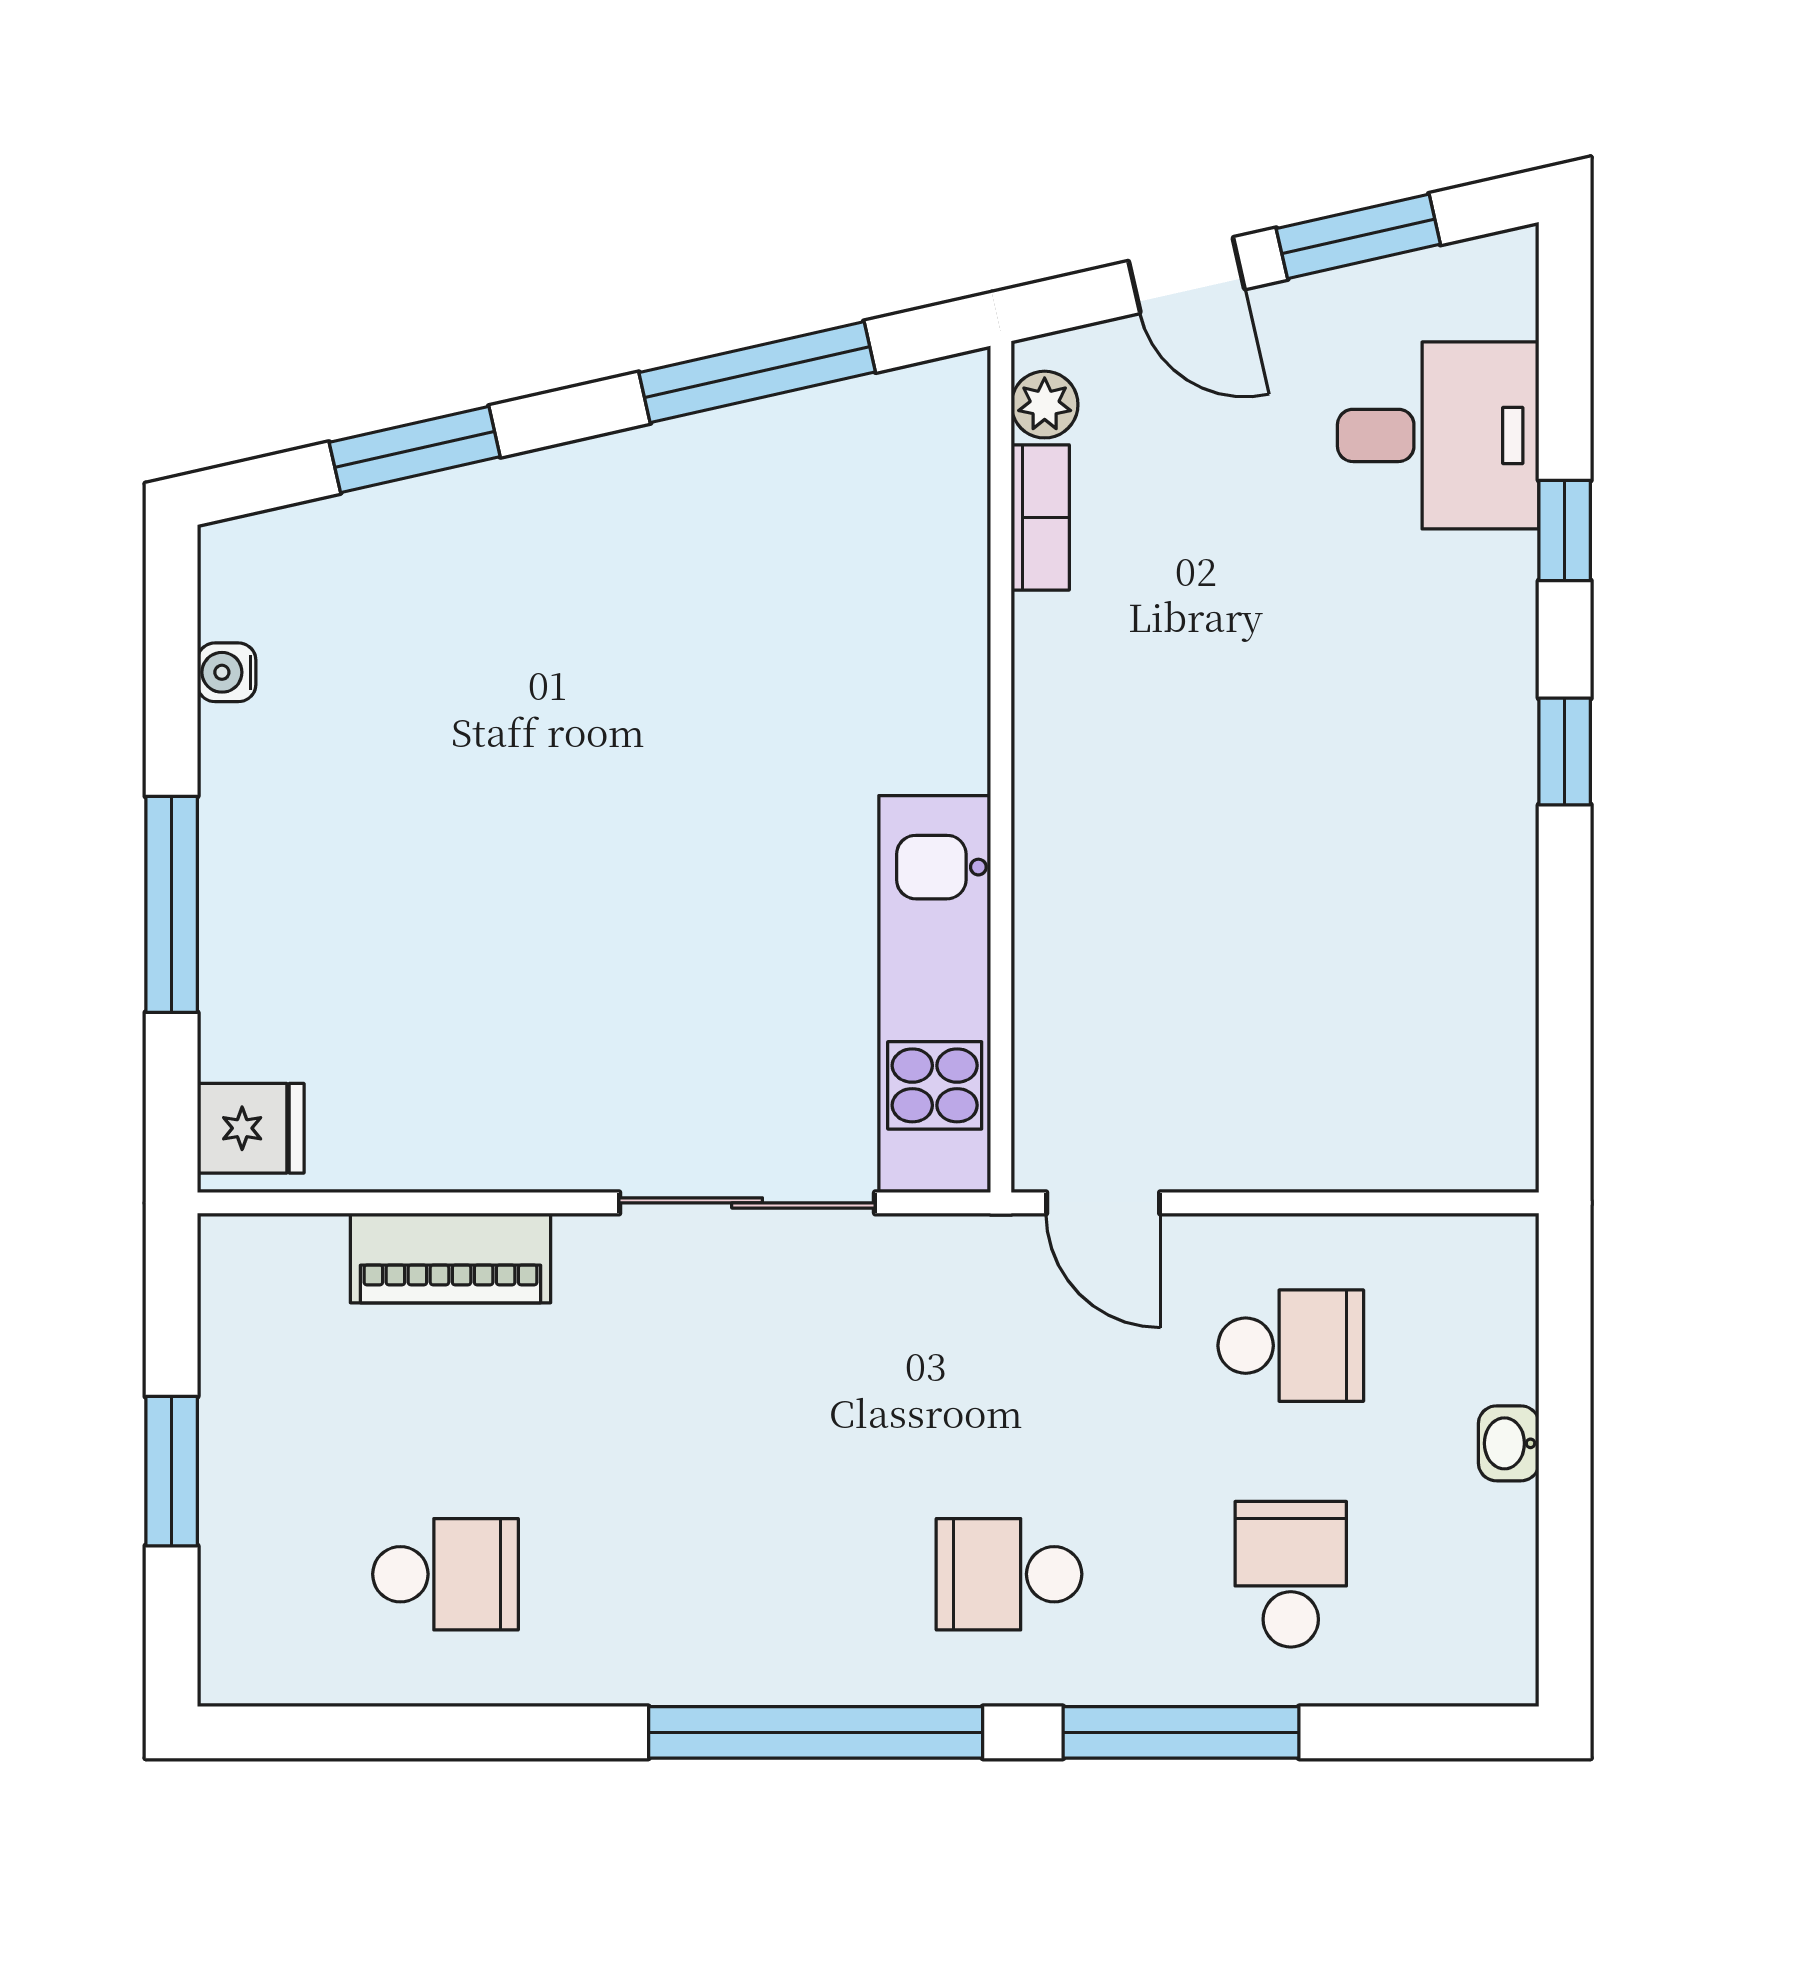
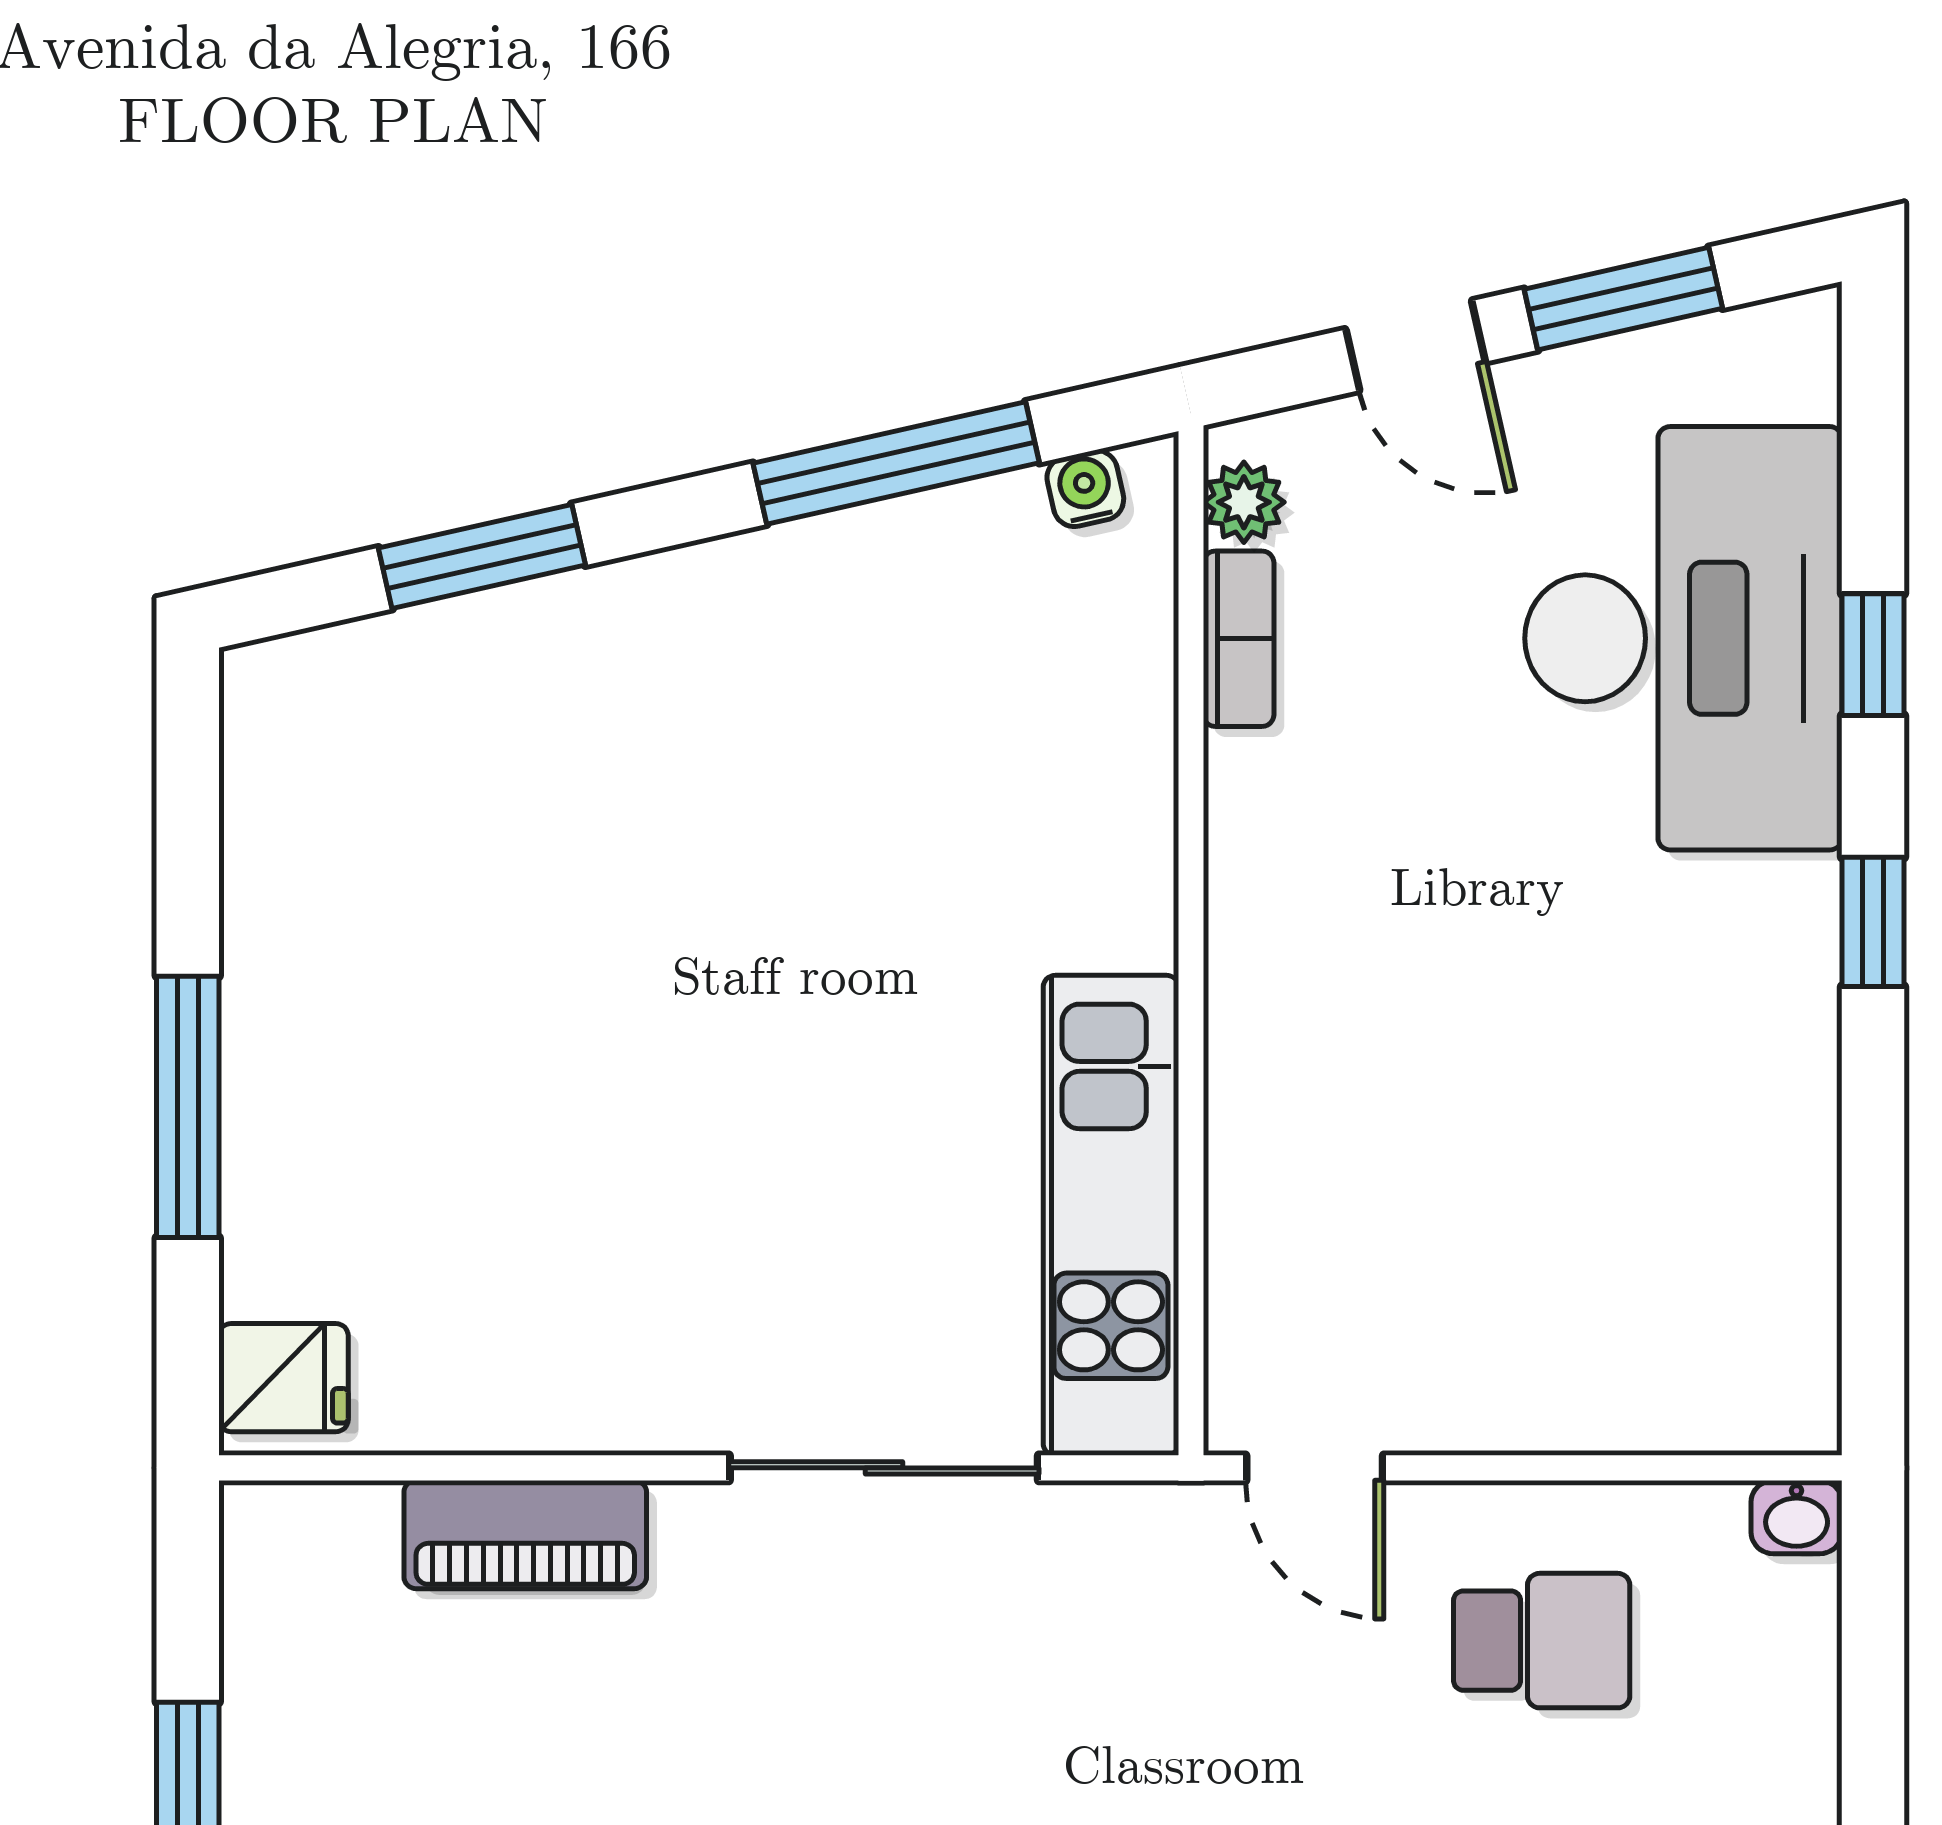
desk: (1438, 435) -> (1683, 638), width x1.87, depth x1.30
water cooler: (227, 672) -> (1085, 488), moved, turned 77
washbasin: (1509, 1443) -> (1797, 1517), moved, turned -90

